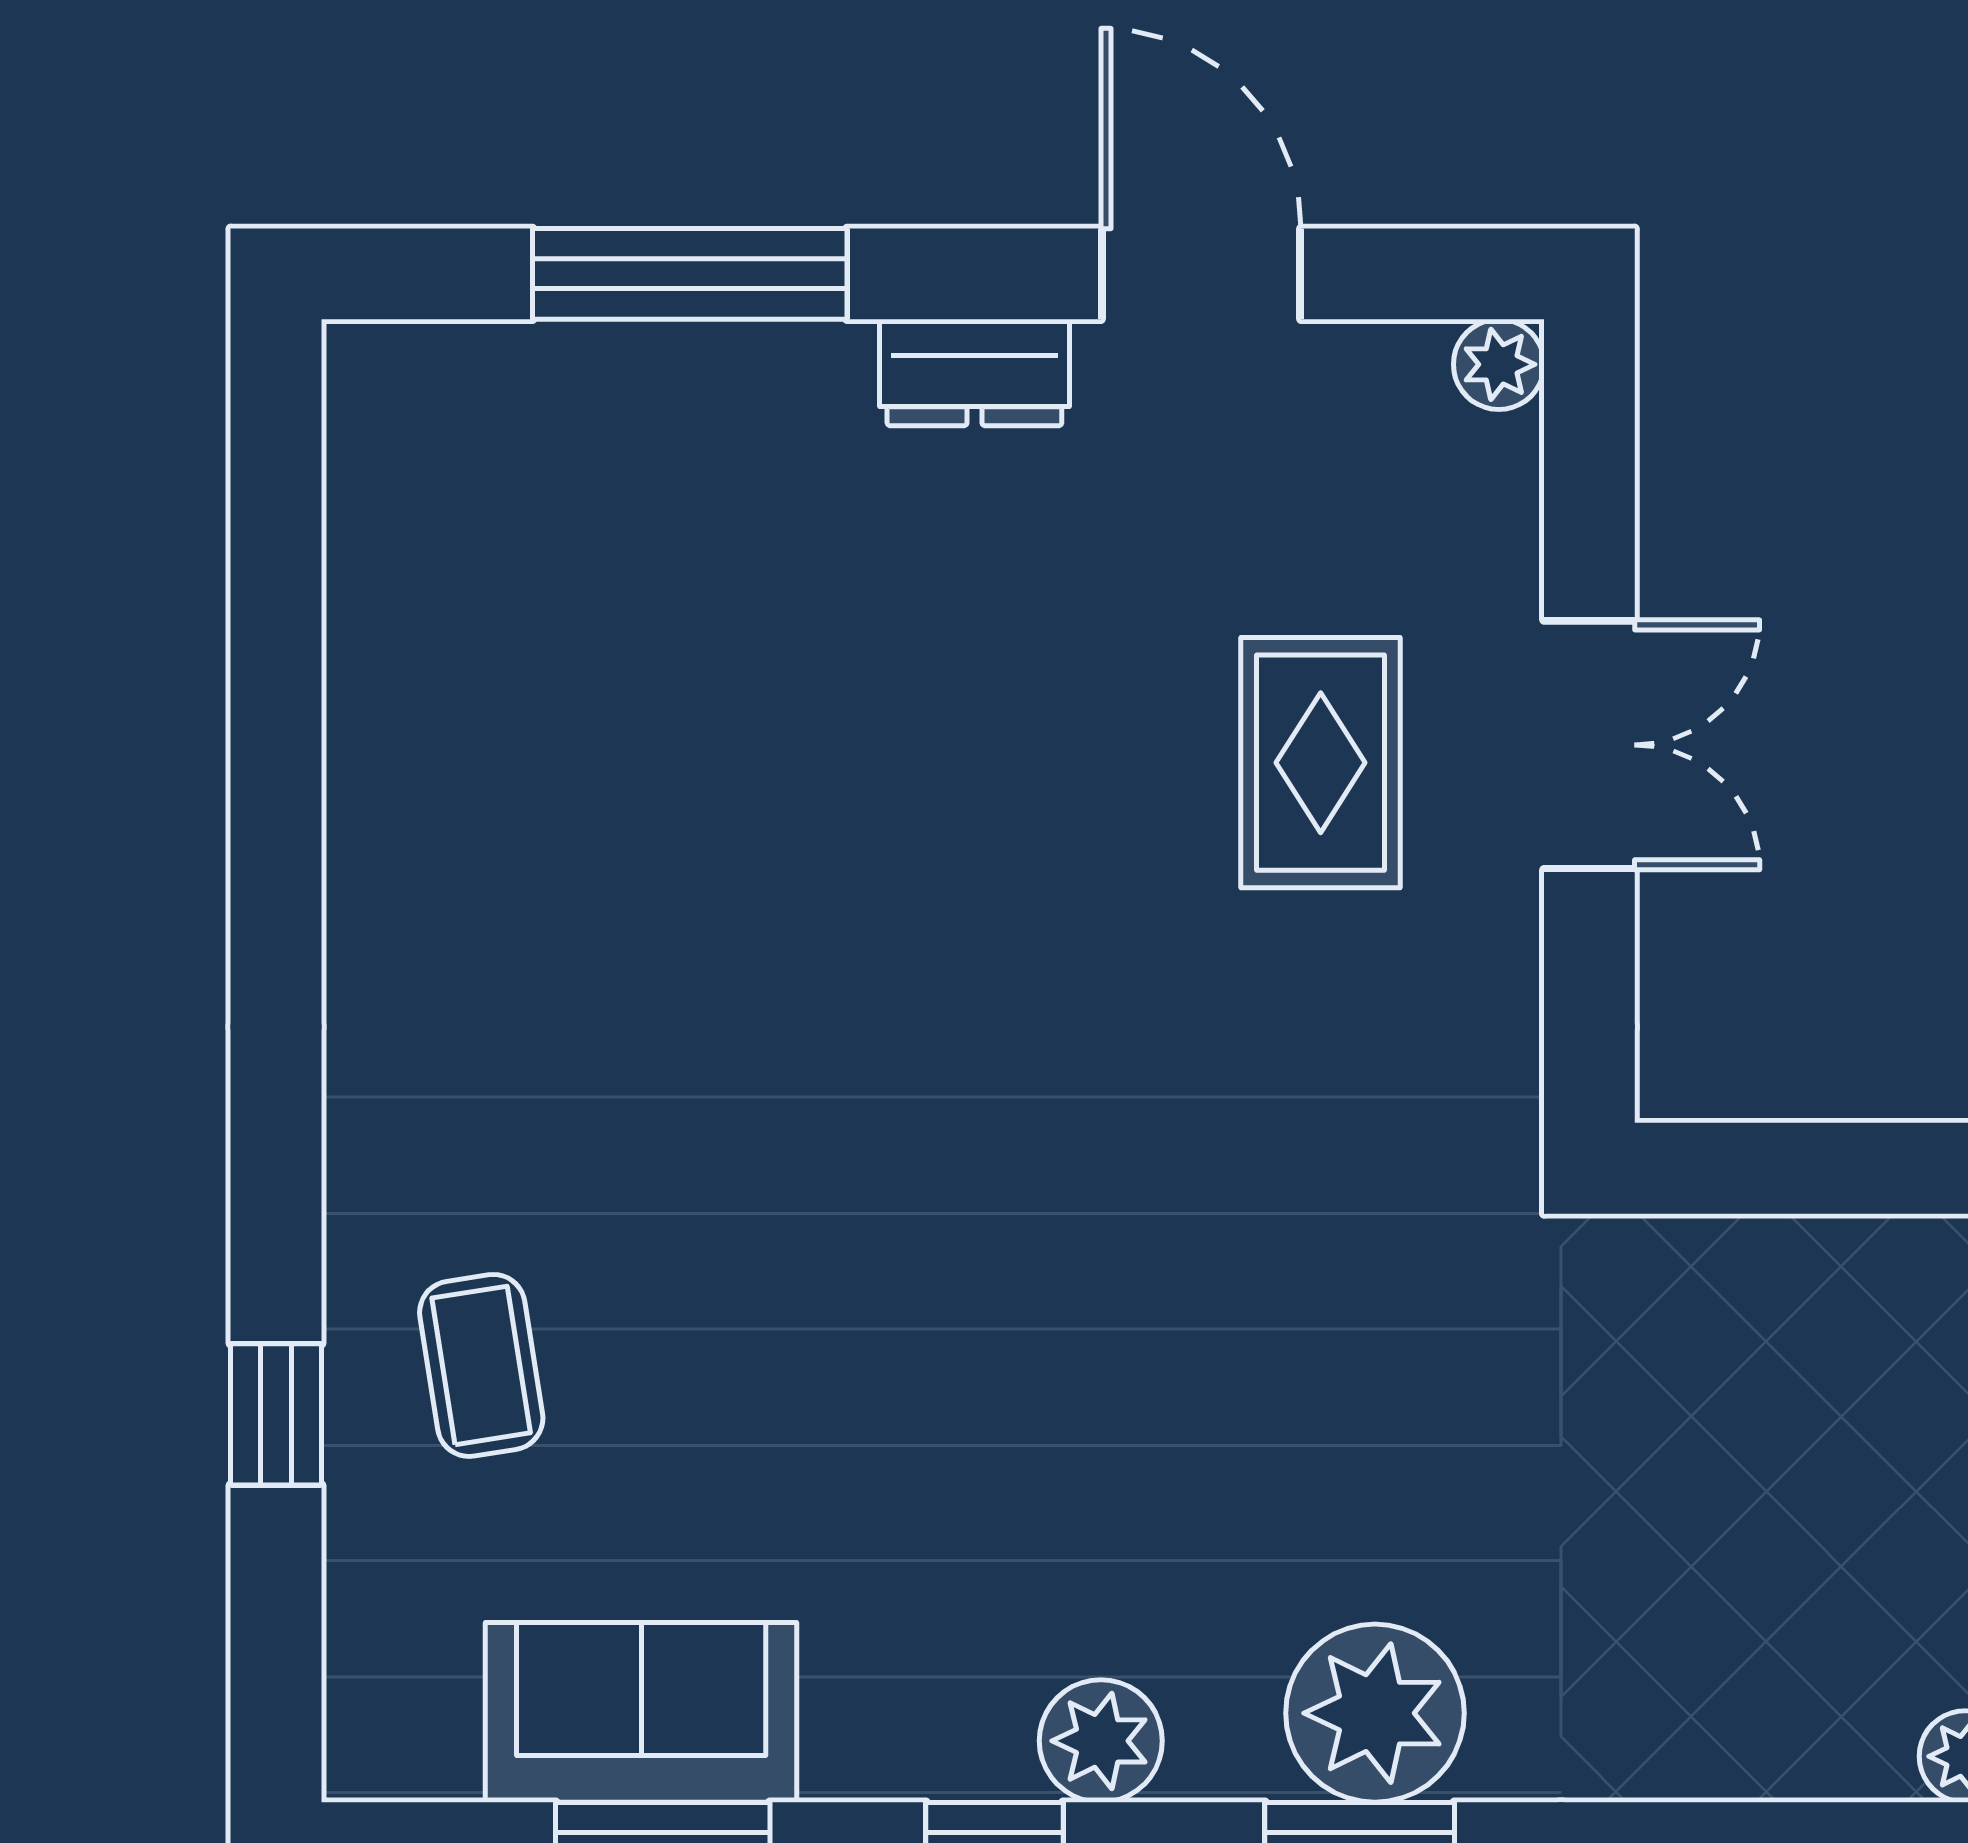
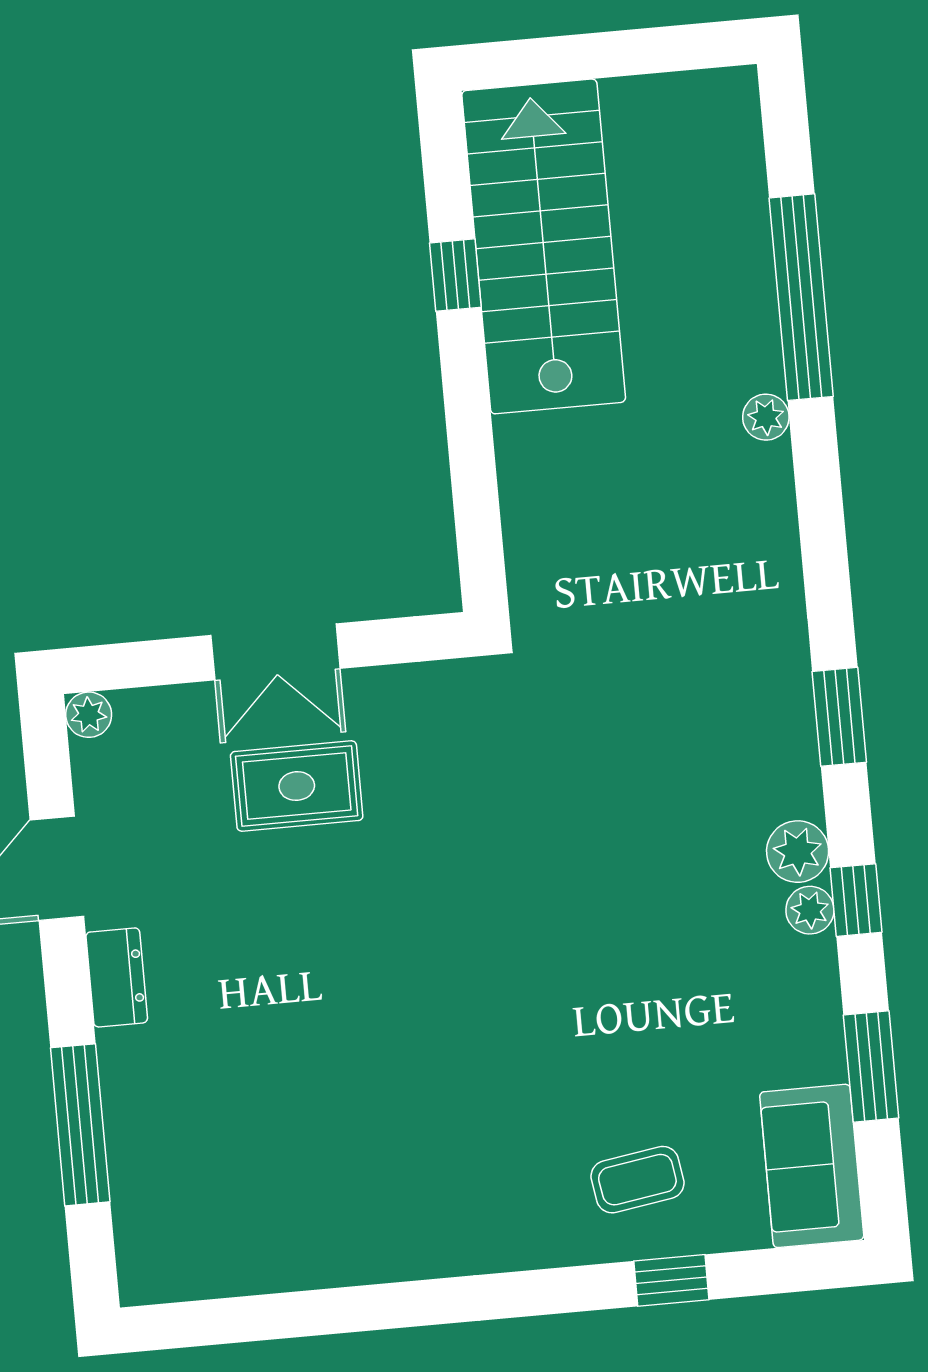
double door: (1589, 745) -> (275, 652), swing flipped
sofa: (641, 1712) -> (812, 1166), moved
plant: (1375, 1713) -> (810, 910), moved, width x0.53, depth x0.53

